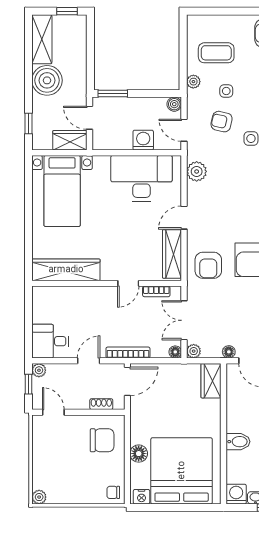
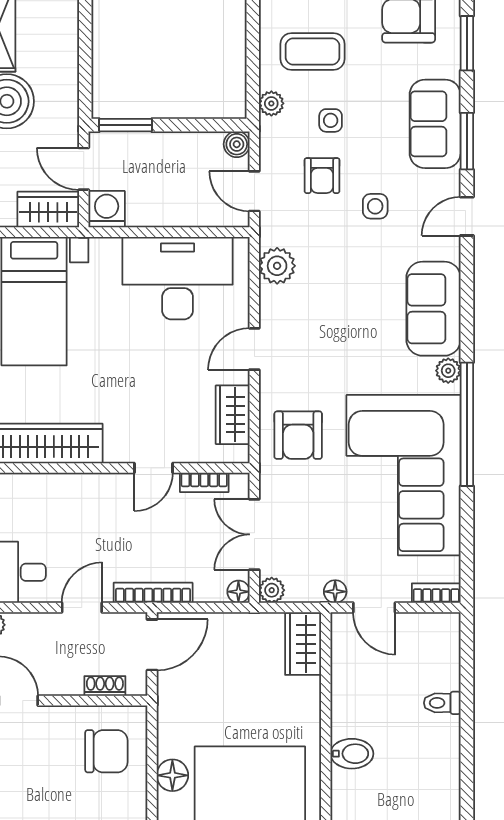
armchair: (222, 122) -> (322, 176), turned -103
washing machine: (143, 140) -> (107, 209), moved
wardrobe: (172, 254) -> (233, 415), width x0.67

